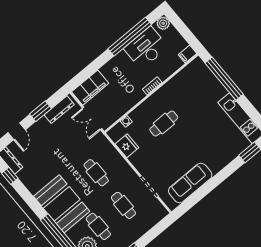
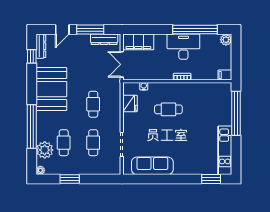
desk: (146, 48) -> (183, 47), moved
window: (40, 111) -> (90, 30), width x1.44
booth: (62, 204) -> (51, 89), moved

